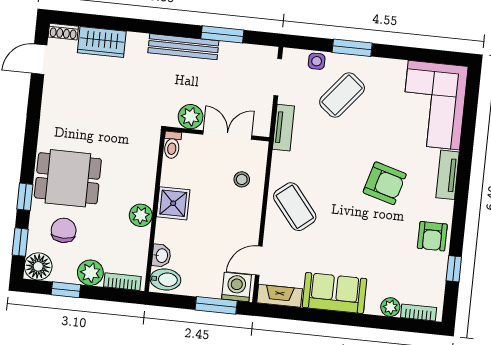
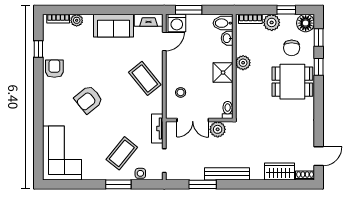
tv unit: (448, 175) -> (49, 109), removed
armchair: (385, 183) -> (89, 99), turned -55

